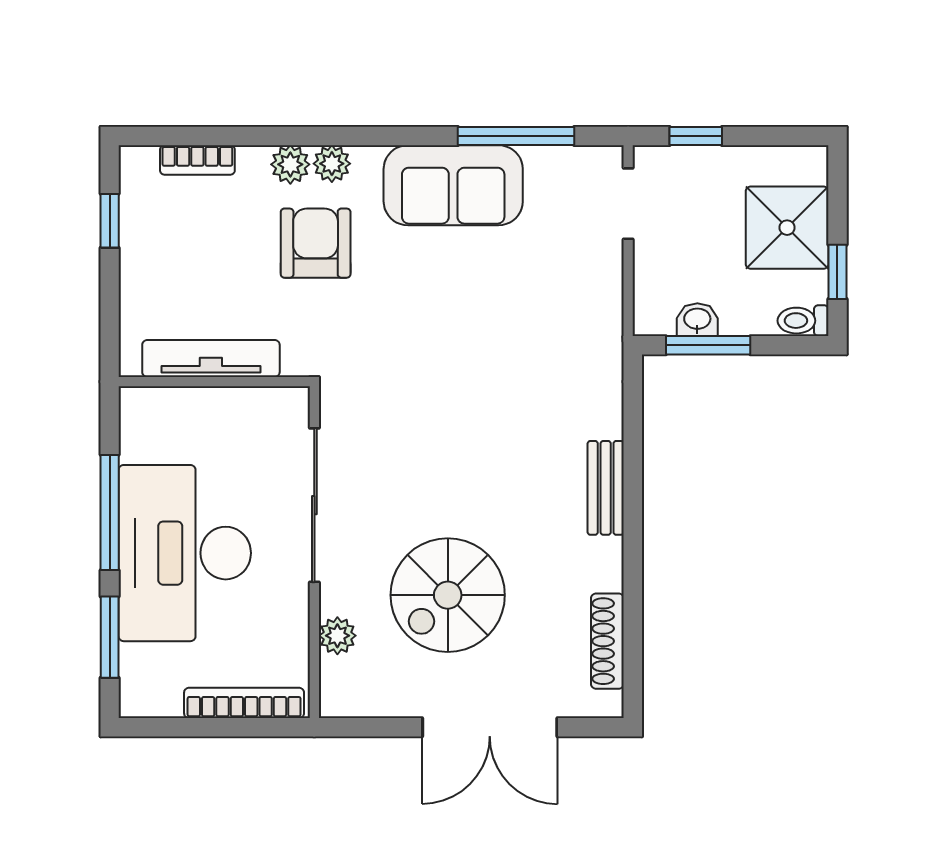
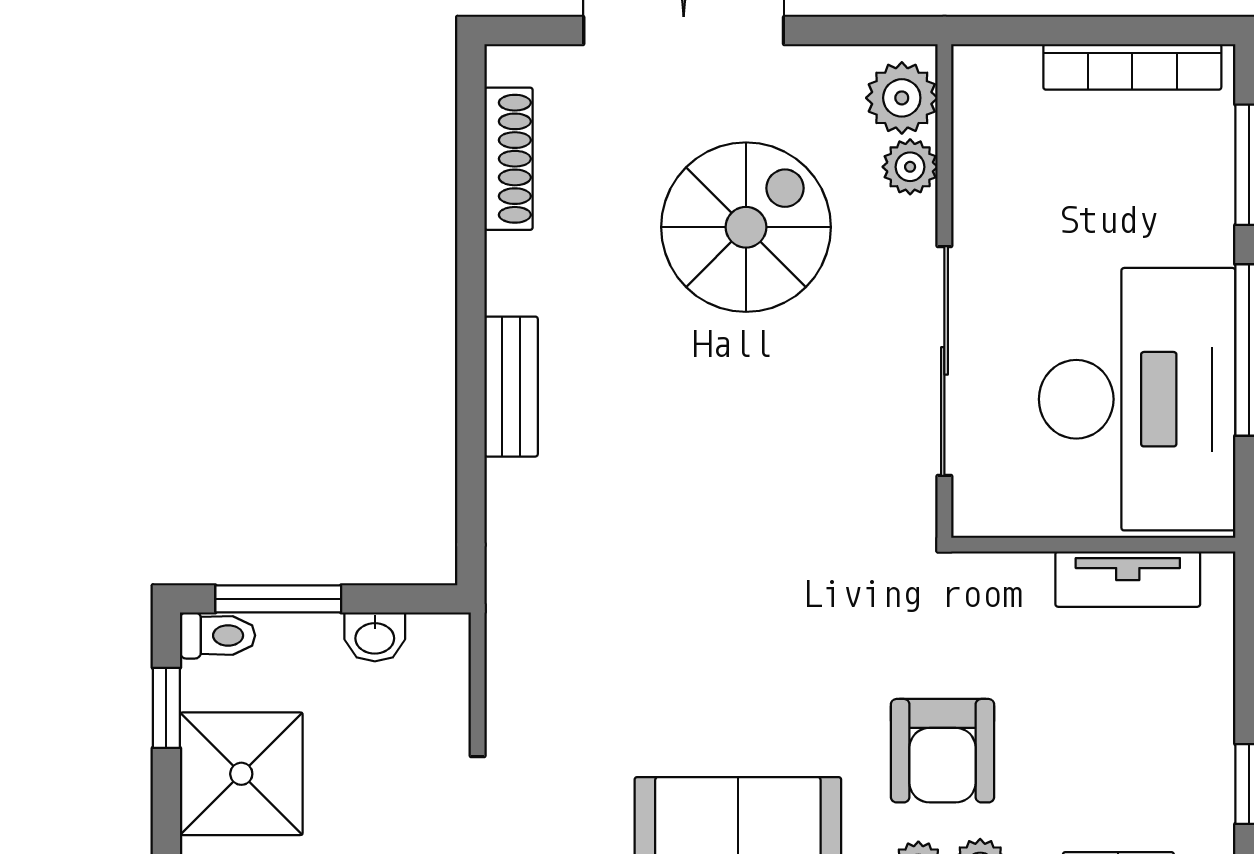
window: (708, 345) -> (278, 599), moved
tv unit: (211, 358) -> (1128, 579), width x0.71
desk: (185, 553) -> (1137, 399), moved
plant: (343, 682) -> (902, 98), added
bookcase: (244, 703) -> (1132, 67), moved

